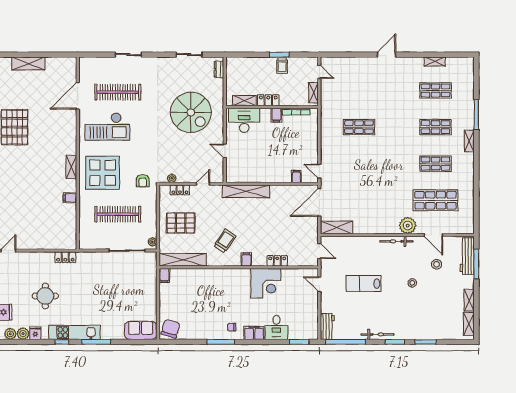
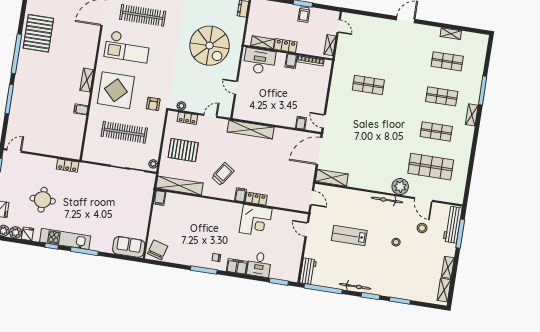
locker: (277, 261) -> (256, 199), moved

